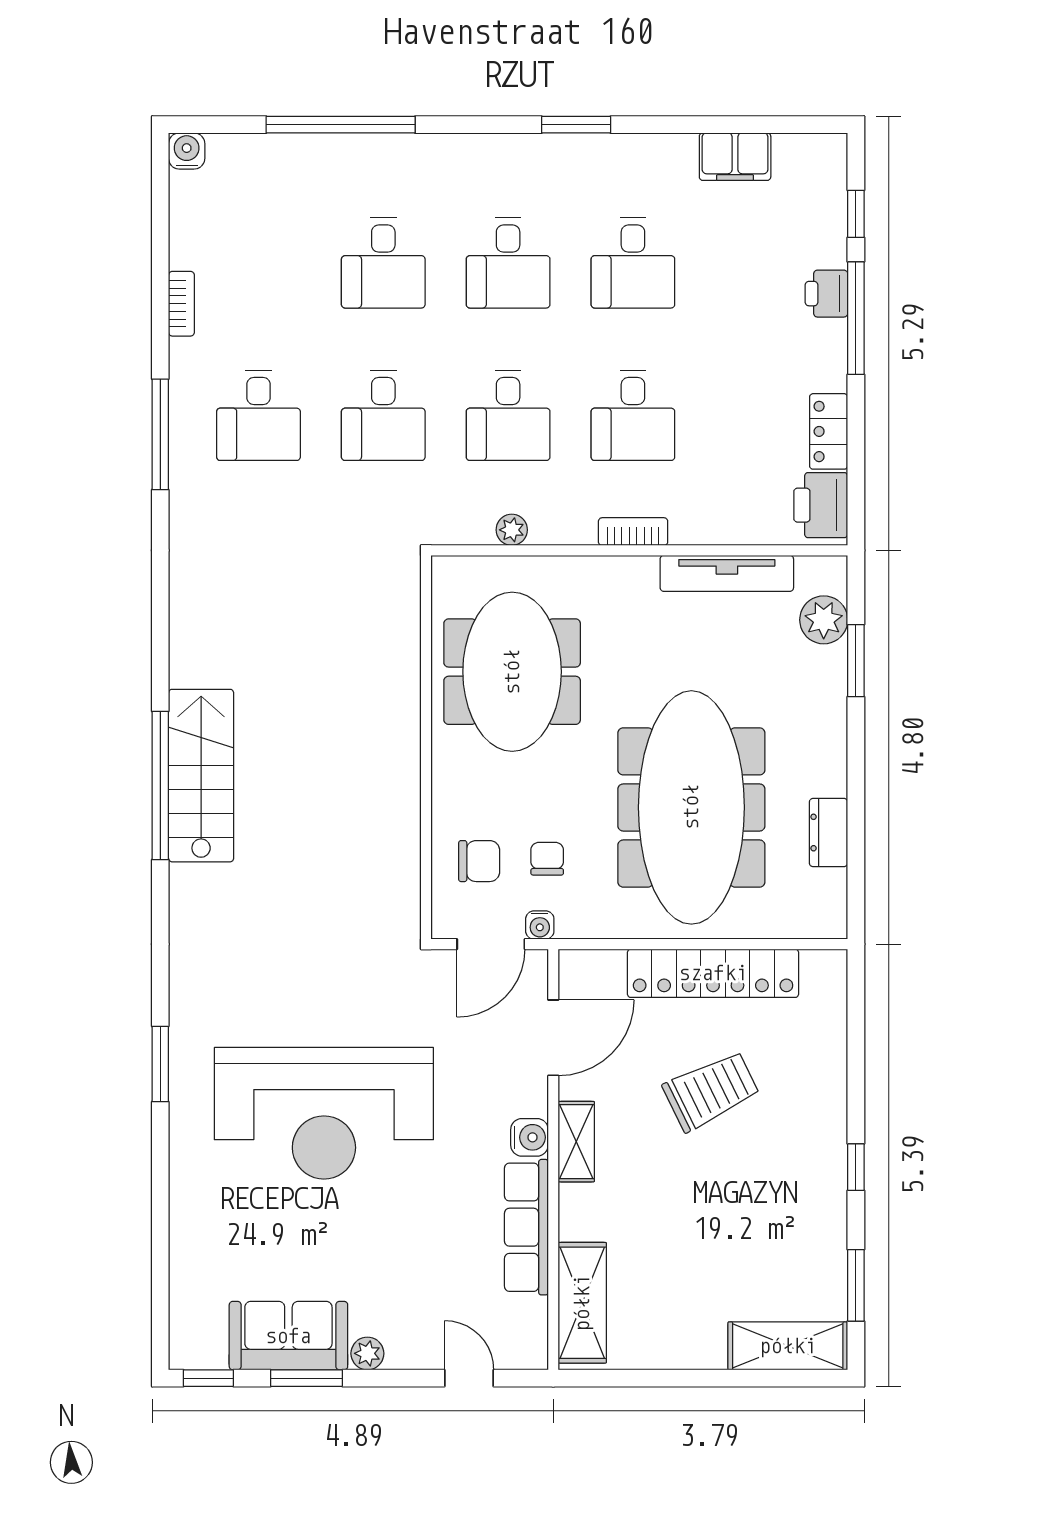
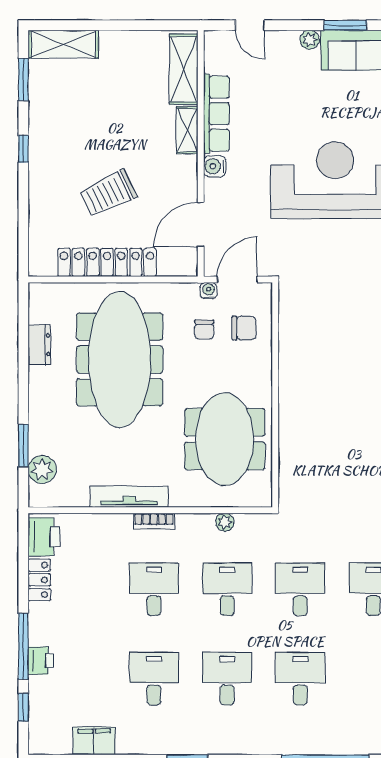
tv unit: (727, 573) -> (129, 497), moved
chair: (479, 861) -> (244, 328), turned 180
shelving: (576, 1142) -> (187, 130), moved

